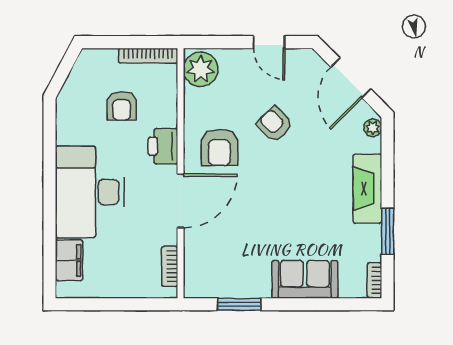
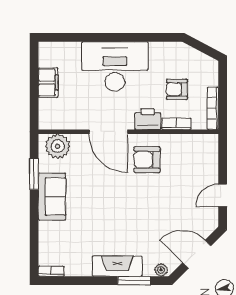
plant: (201, 69) -> (58, 146), moved
armchair: (275, 124) -> (164, 199), removed
window: (388, 231) -> (134, 281), moved
filing cabinet: (69, 260) -> (48, 83), moved, turned -90
bookcase: (170, 266) -> (176, 124), moved
sofa: (305, 279) -> (52, 197), moved

